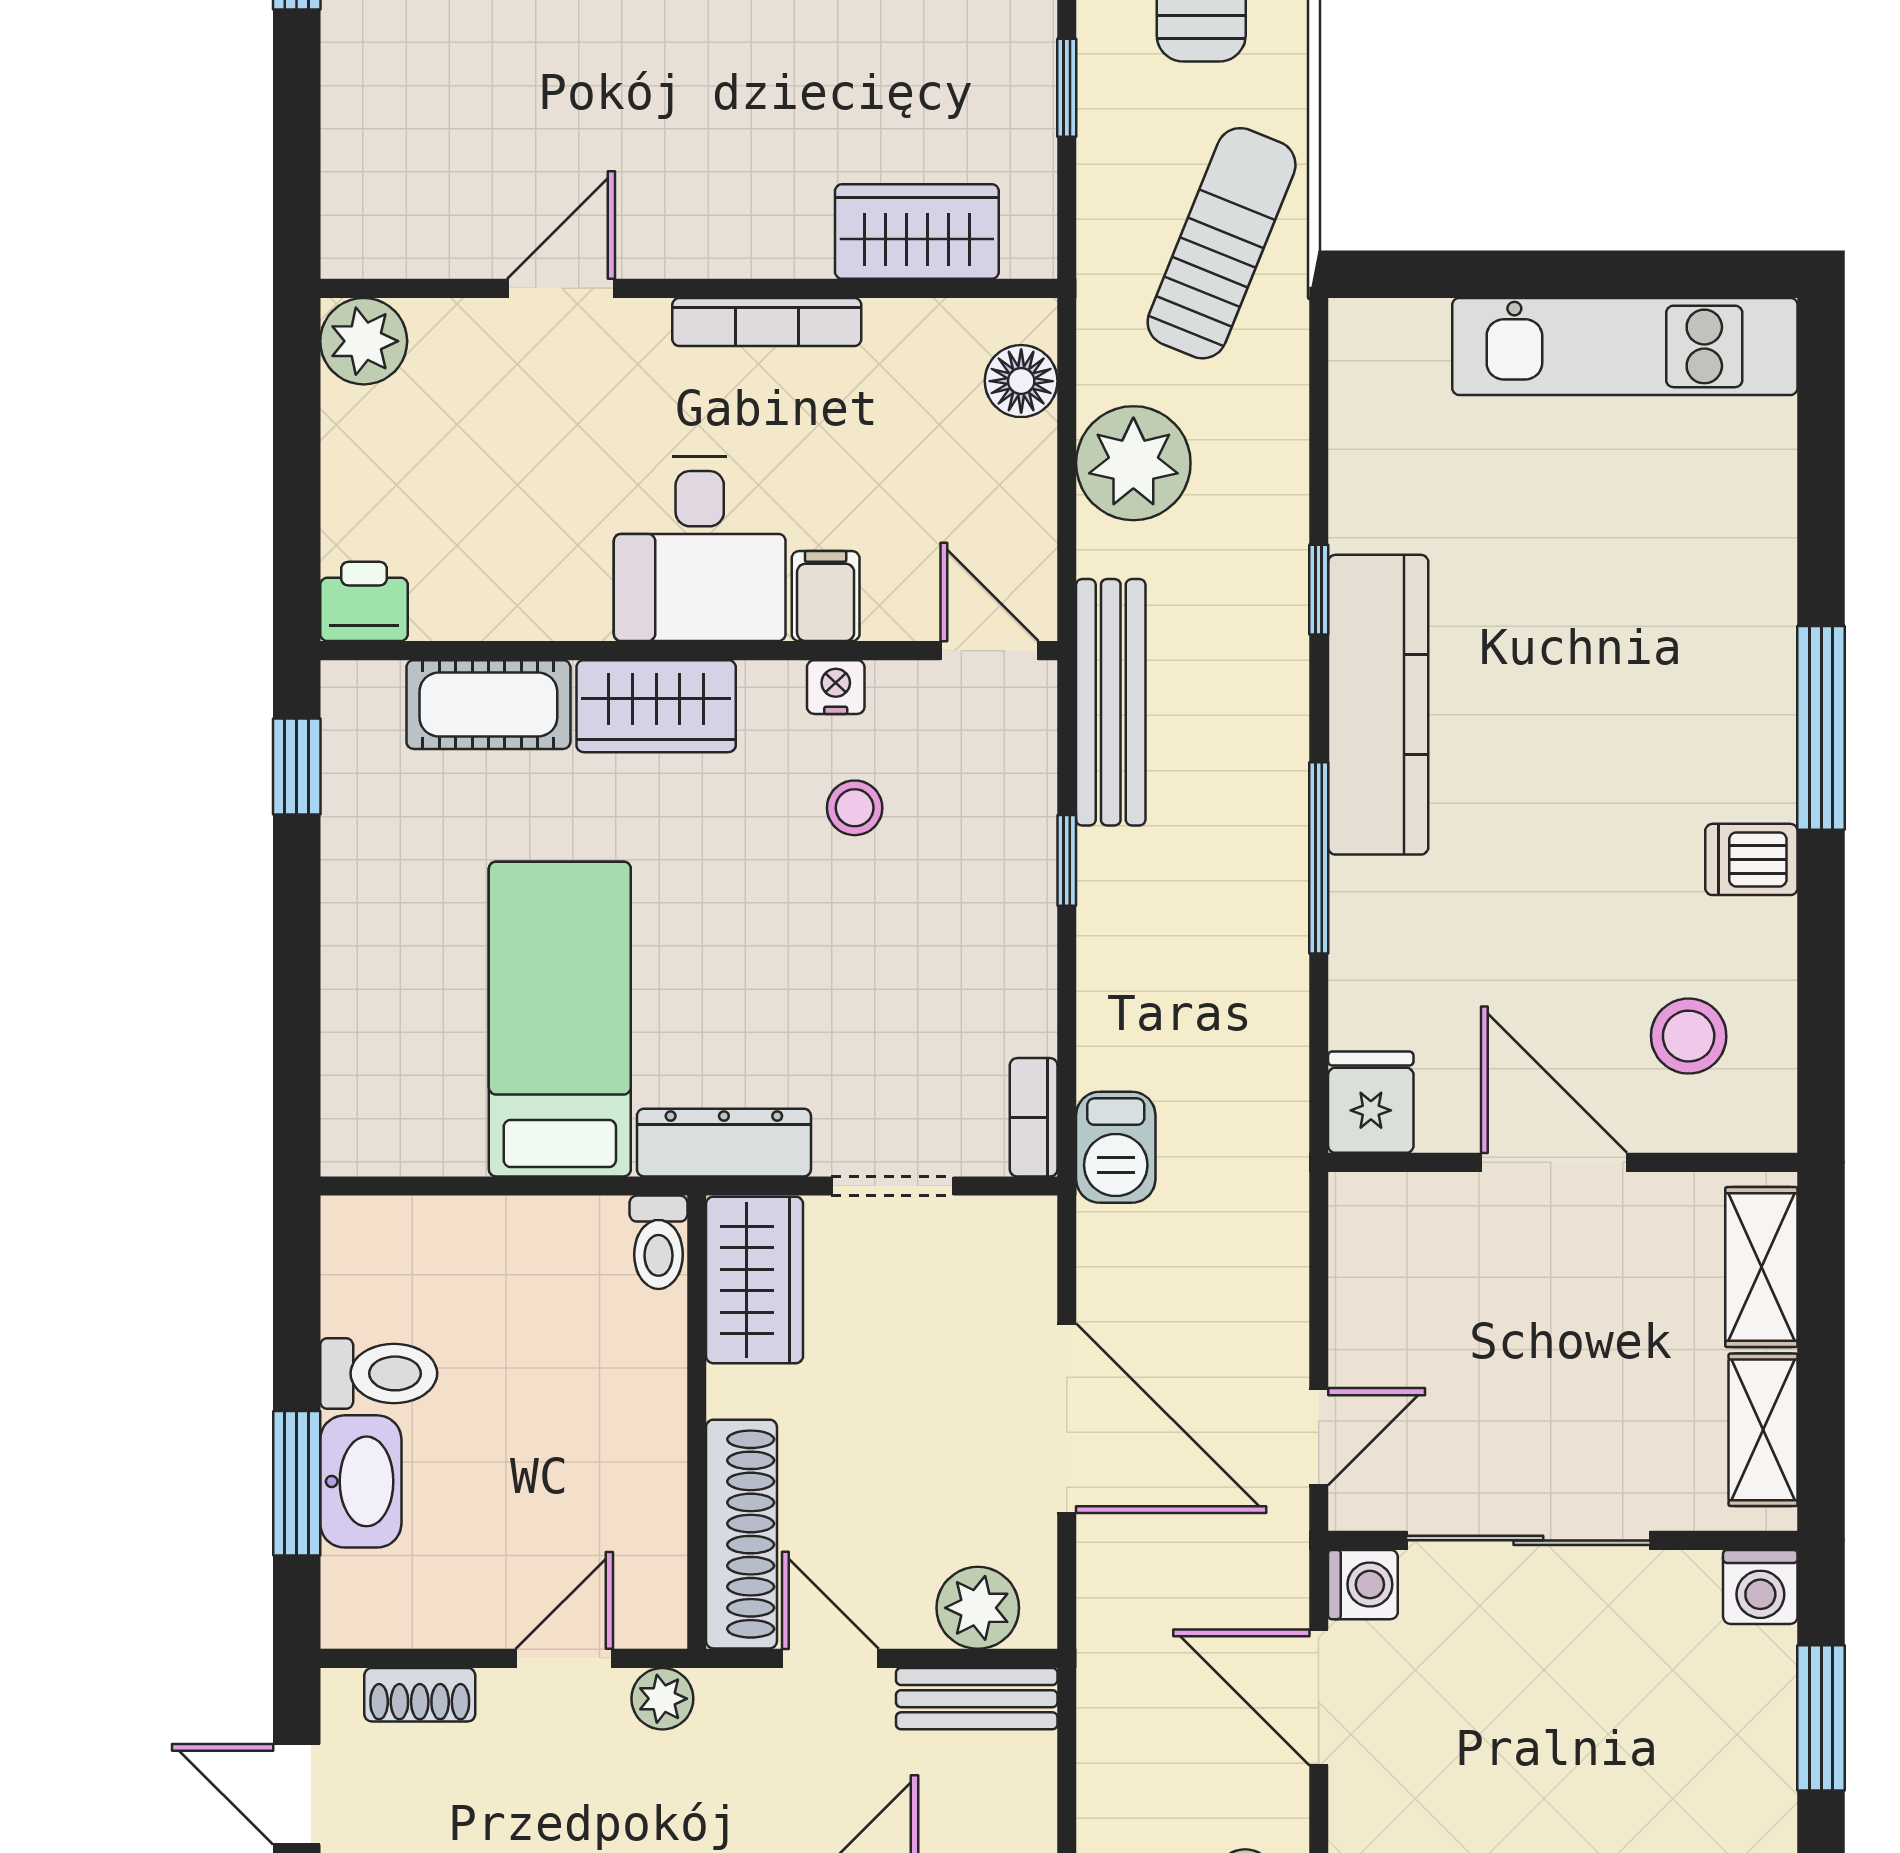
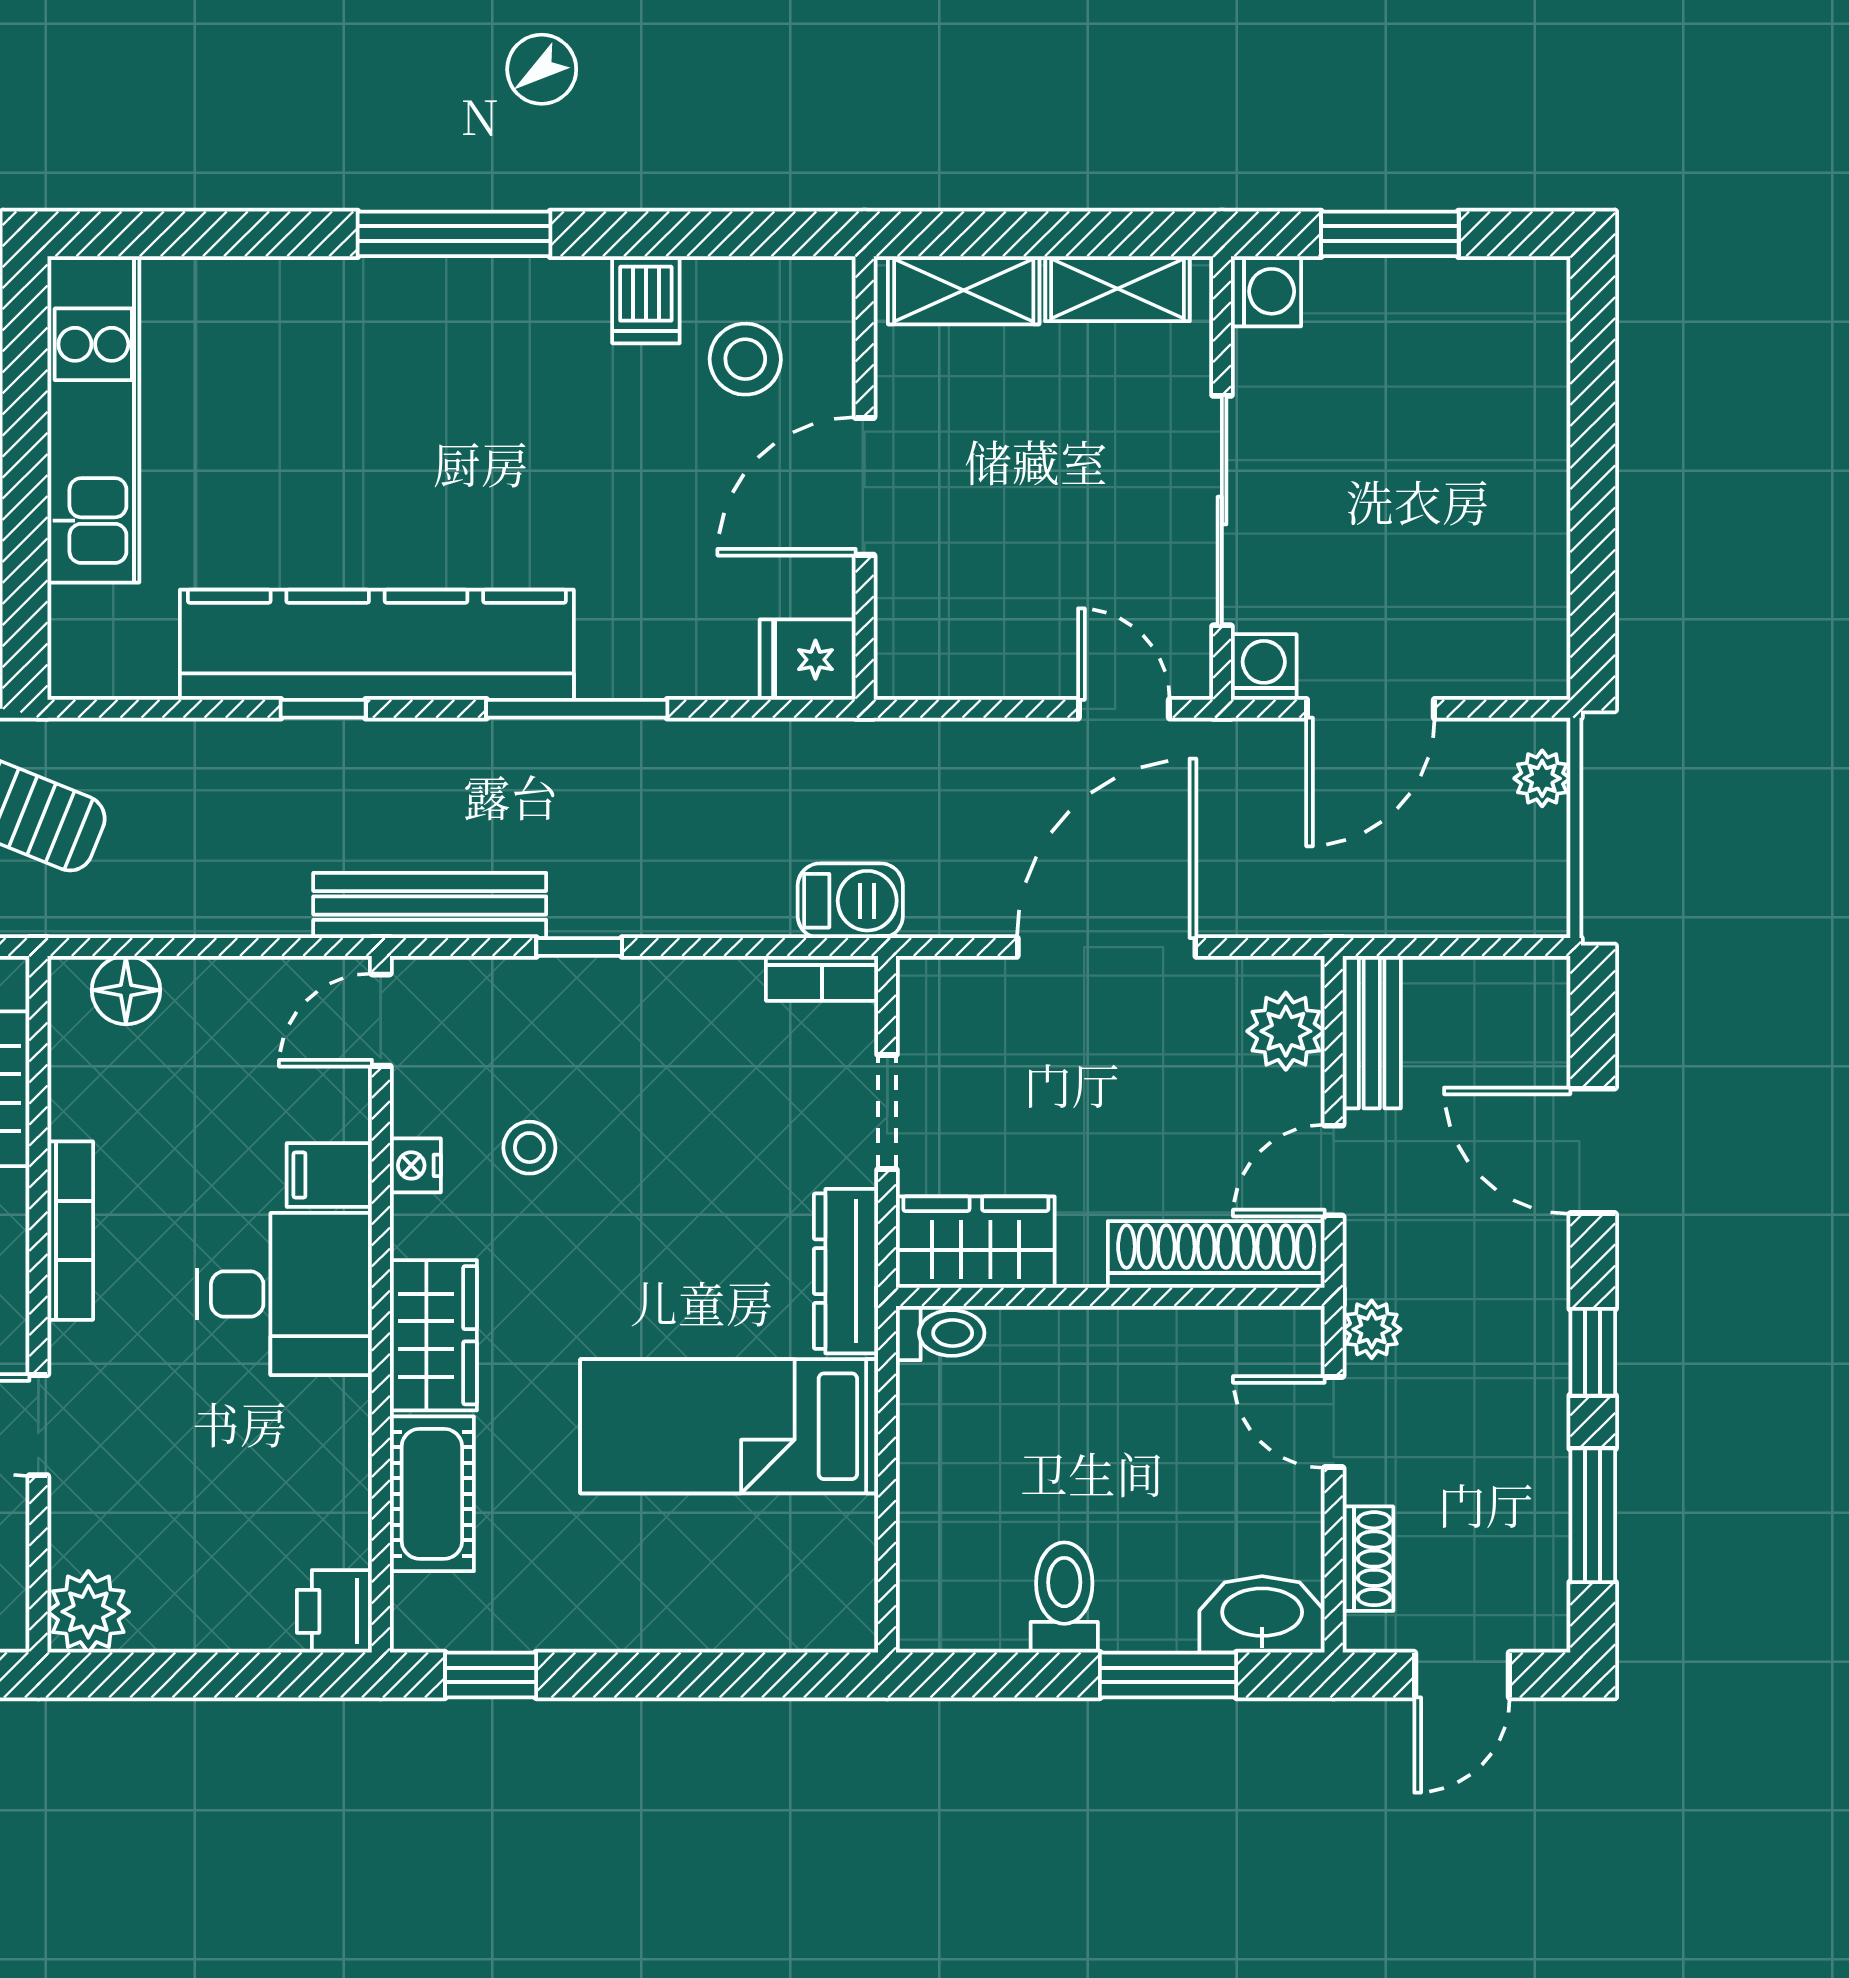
plant: (1133, 463) -> (204, 884), removed
kitchen counter: (1378, 705) -> (377, 645), width x1.39, depth x1.17
dishwasher: (1751, 859) -> (646, 300), moved
washbasin: (361, 1481) -> (1262, 1614), moved

